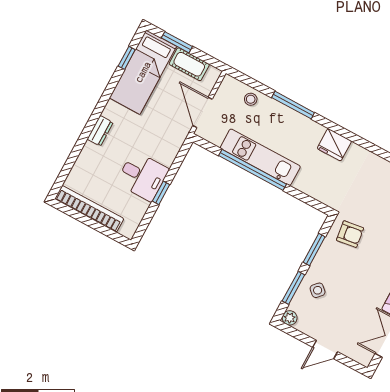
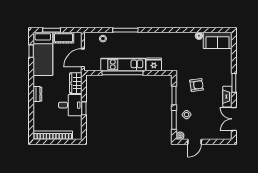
door: (202, 112) -> (83, 58), hinge flipped
fridge: (334, 145) -> (154, 64), moved, turned 180
wardrobe: (170, 146) -> (76, 83), added
armchair: (350, 234) -> (197, 85), moved
door: (325, 350) -> (194, 142), moved

